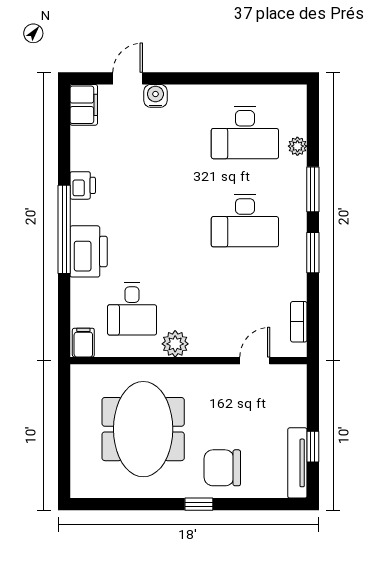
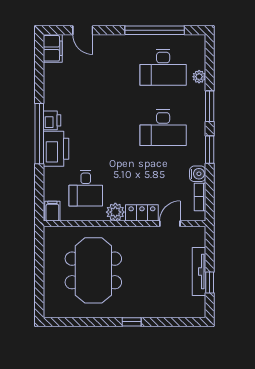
door: (128, 78) -> (83, 30), swing flipped
window: (233, 78) -> (155, 30), added
water cooler: (155, 96) -> (198, 174), moved, turned 90
printer: (83, 185) -> (52, 120), moved
locker: (214, 345) -> (142, 213), added
tv unit: (297, 463) -> (199, 271), moved
chair: (222, 468) -> (148, 297), removed

